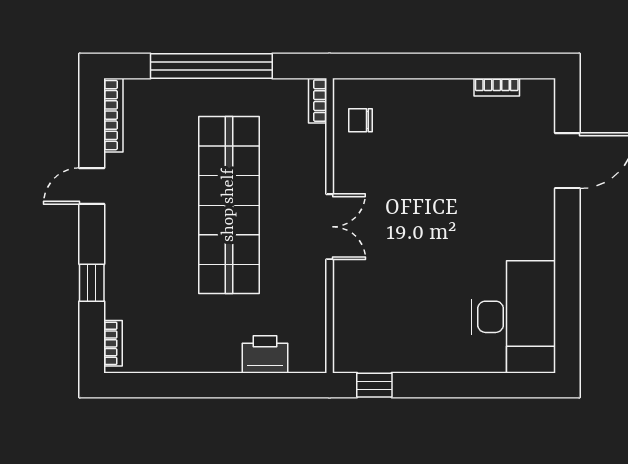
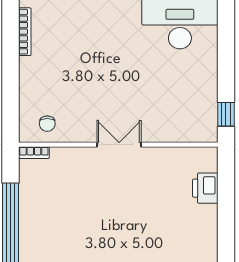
bookcase: (497, 87) -> (25, 32), width x1.56
shop shelf: (229, 205) -> (104, 212), removed

